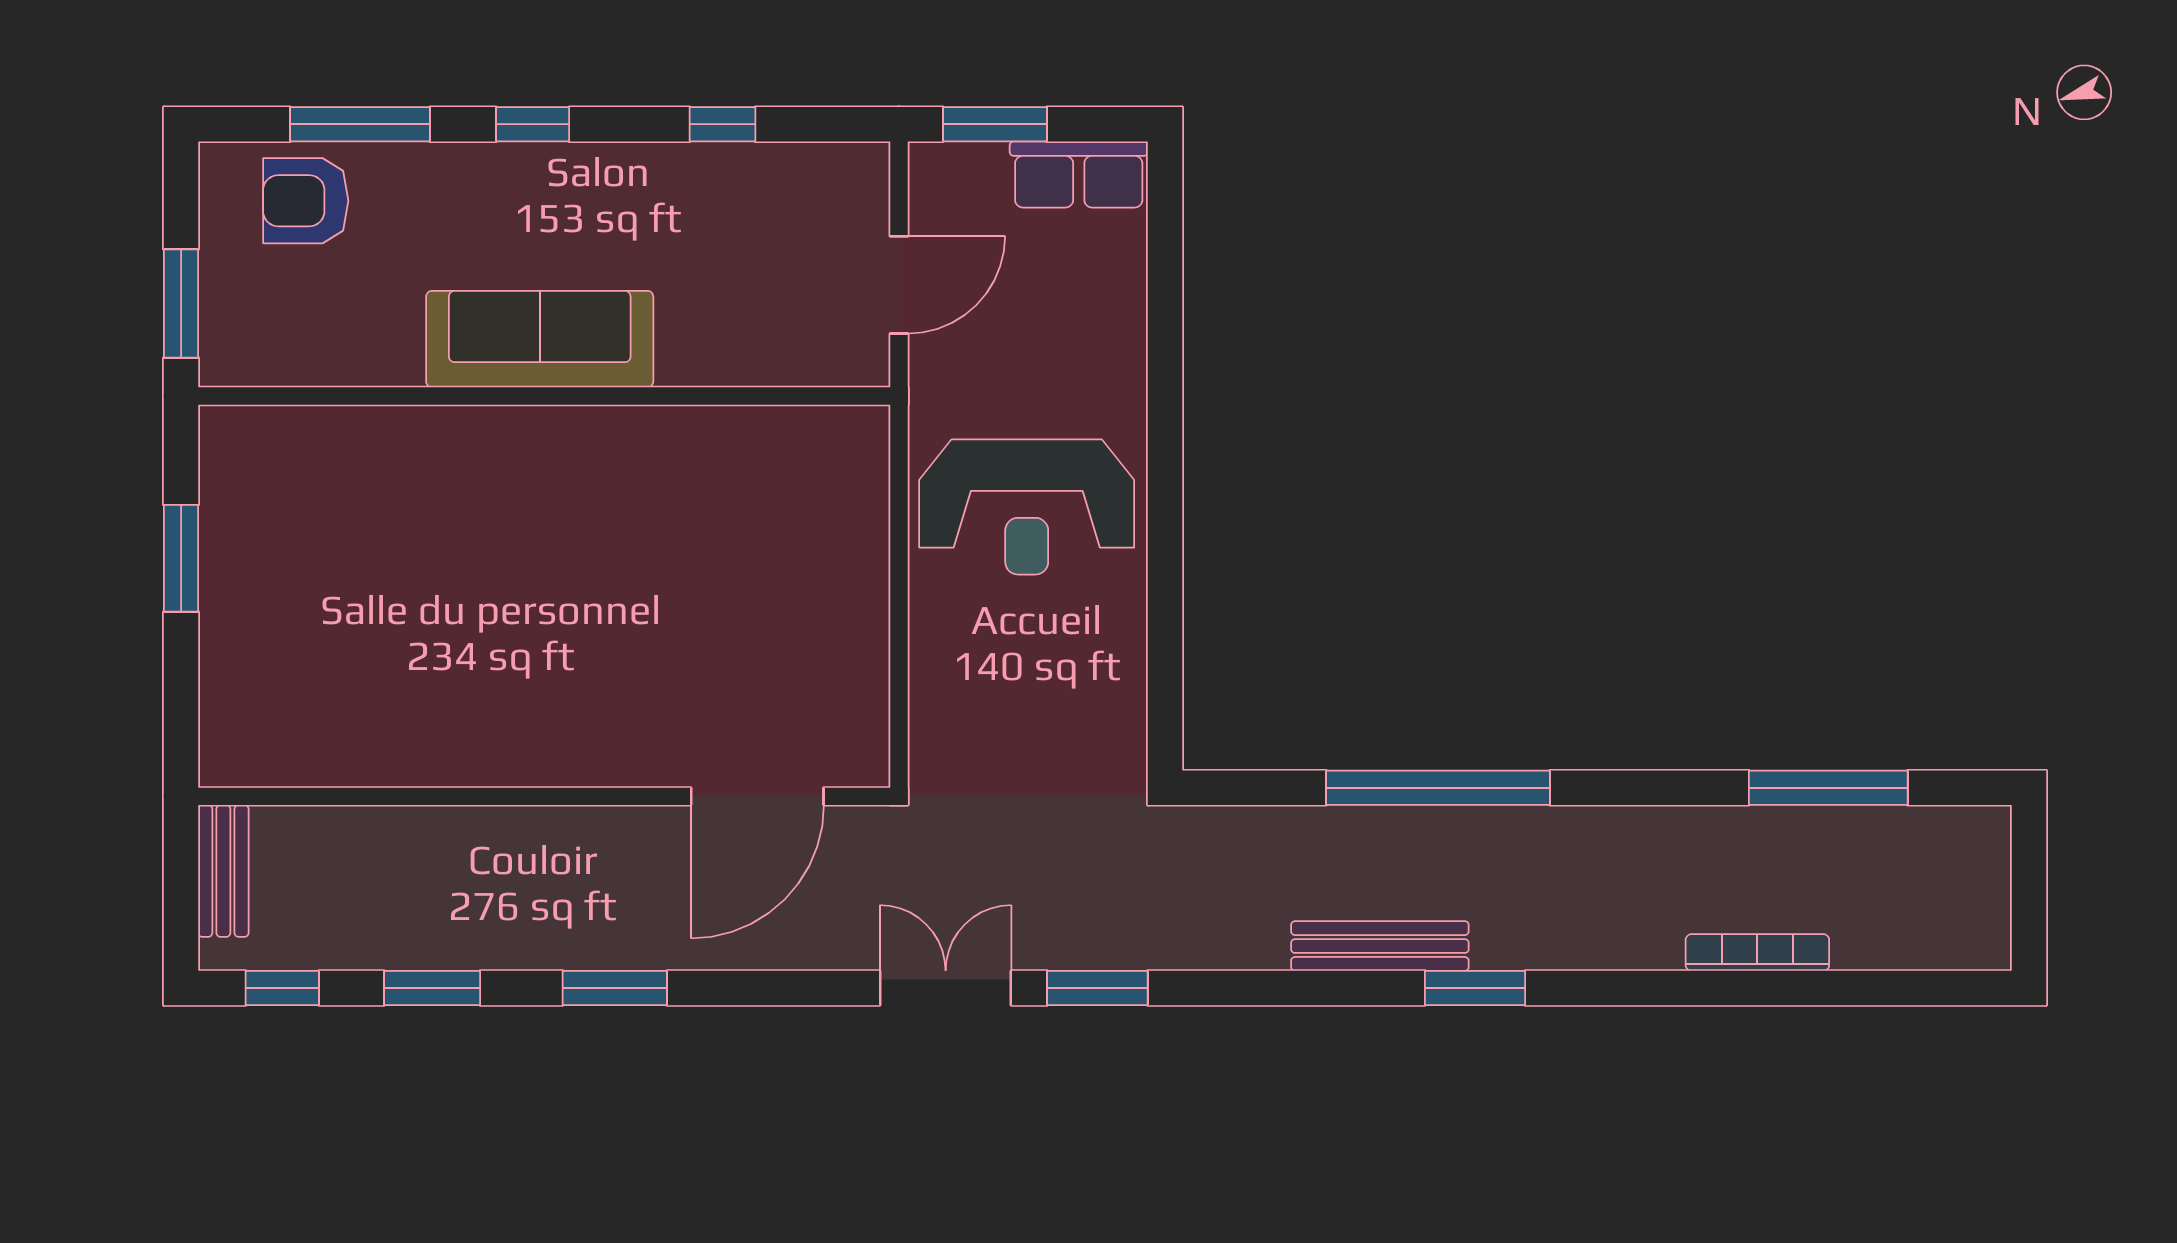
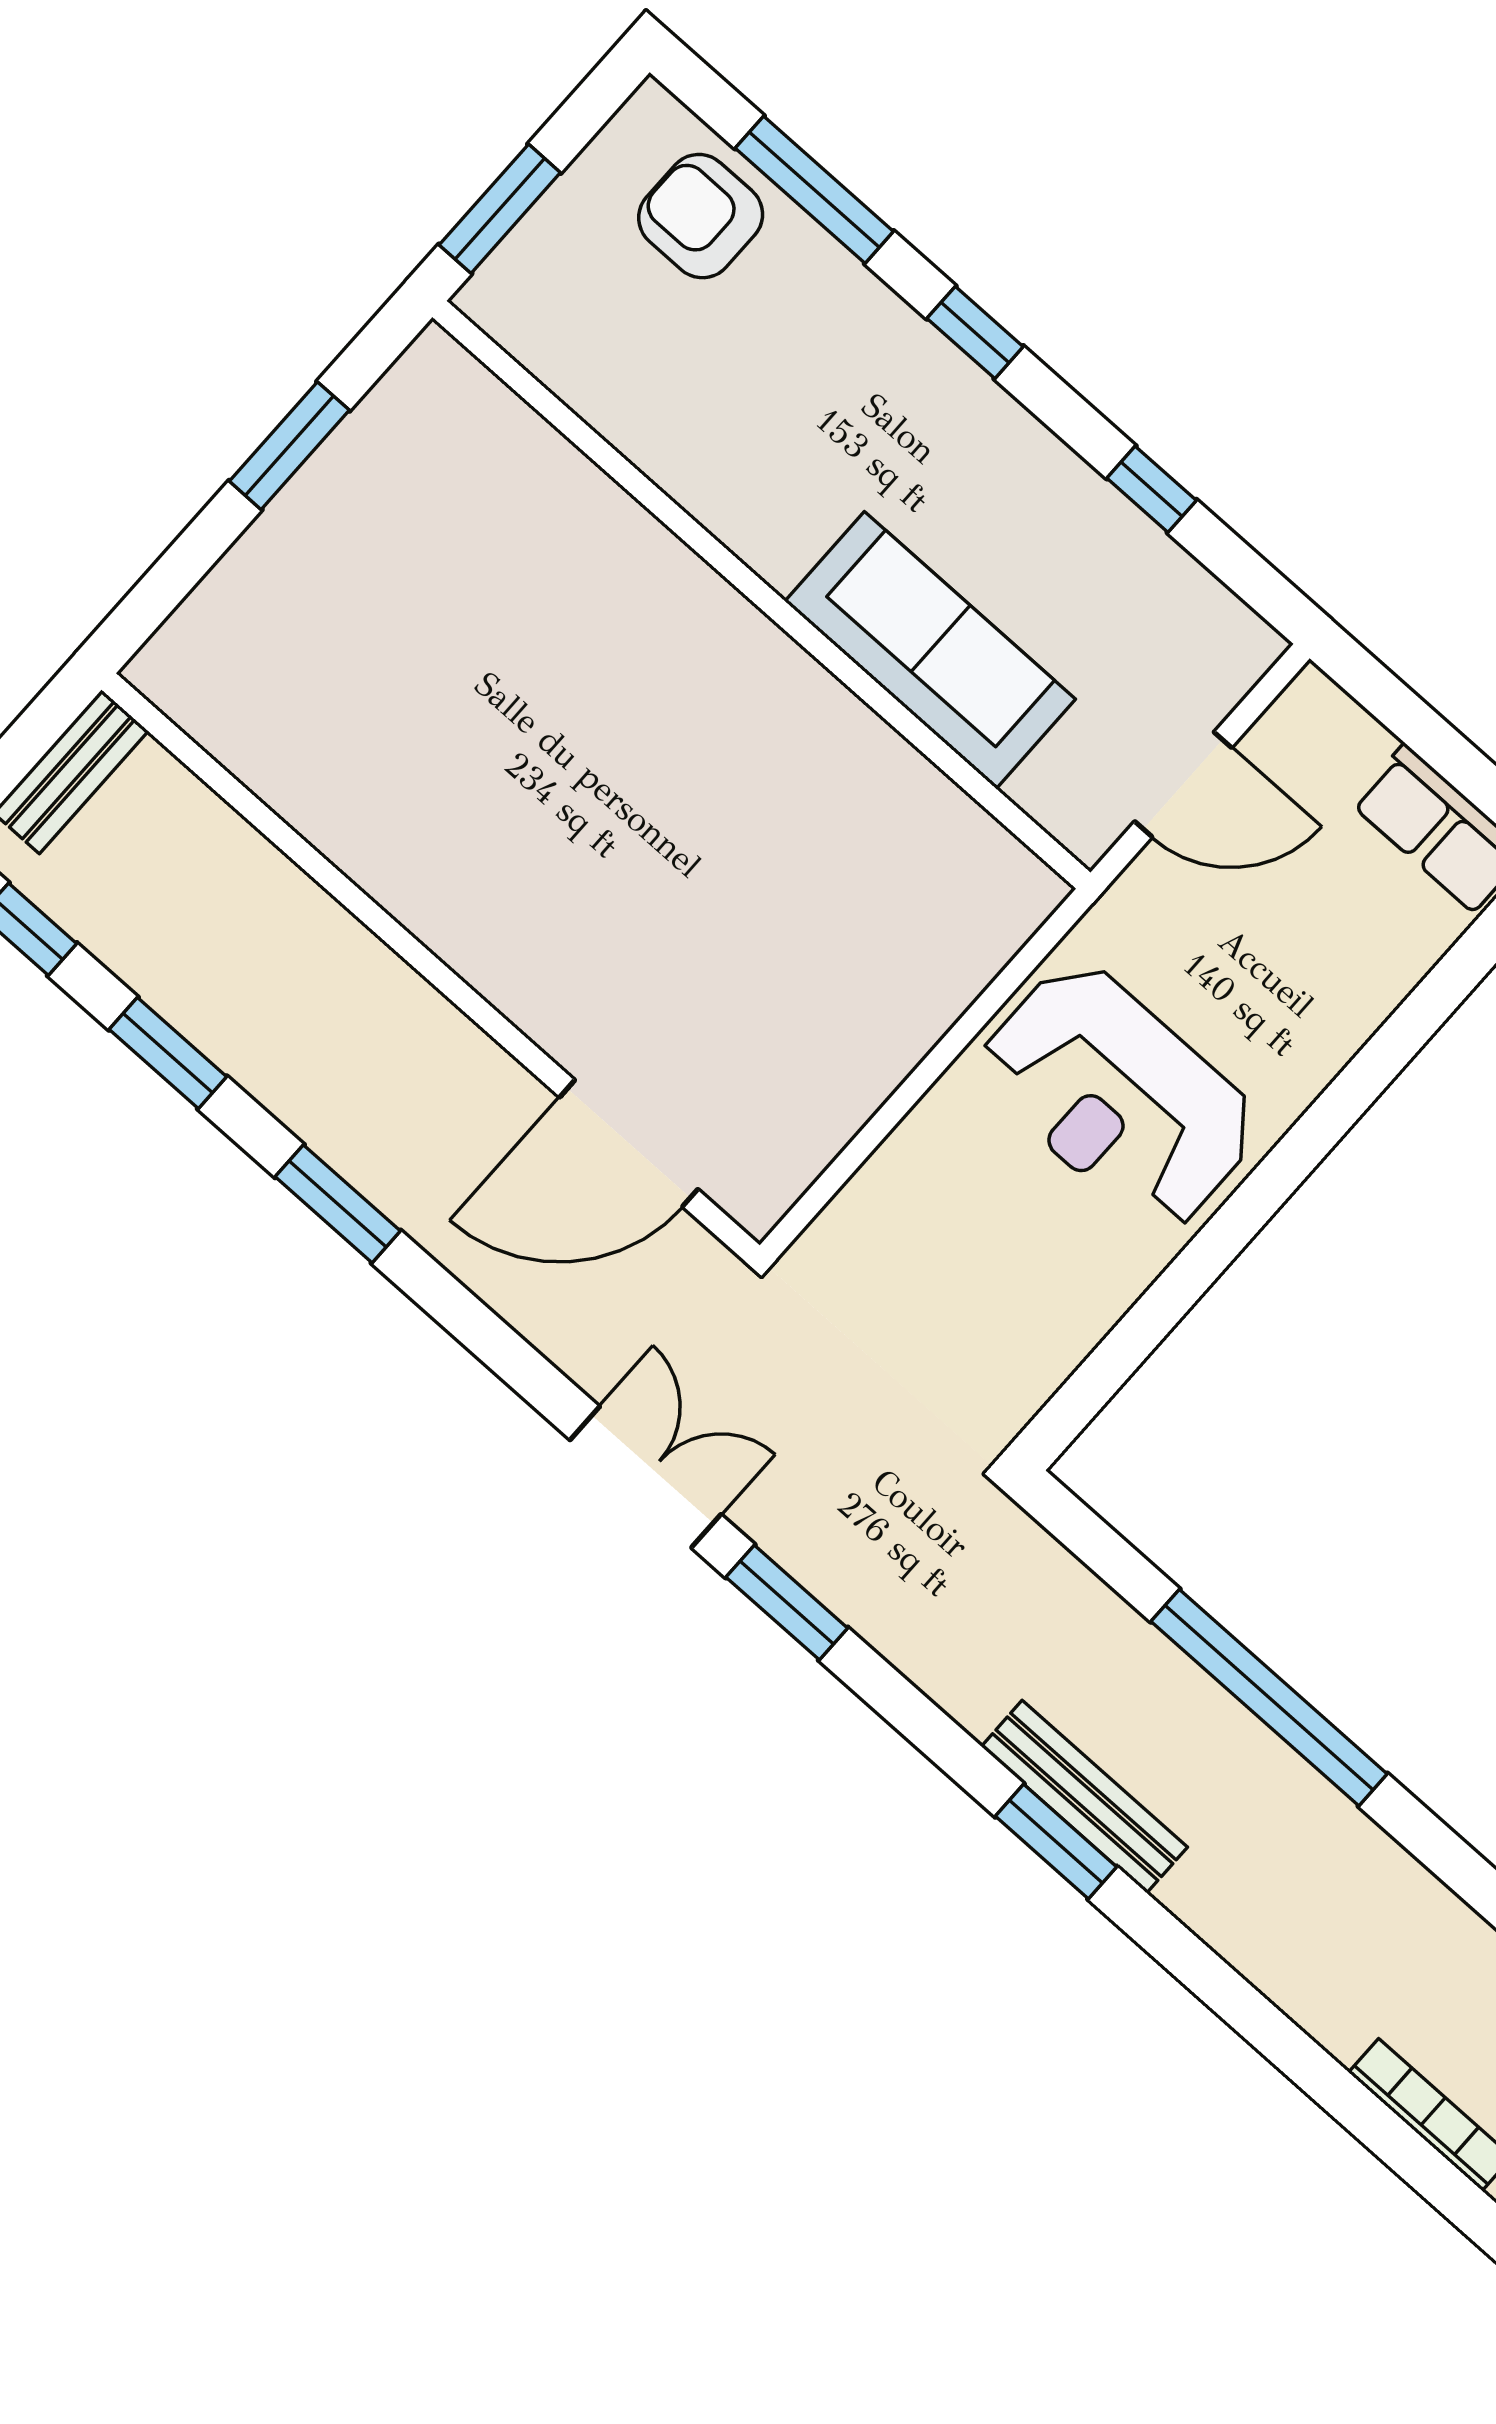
window: (995, 124) -> (1405, 714), removed
sofa: (540, 339) -> (930, 650), moved
window: (1475, 988) -> (1056, 1842), moved

